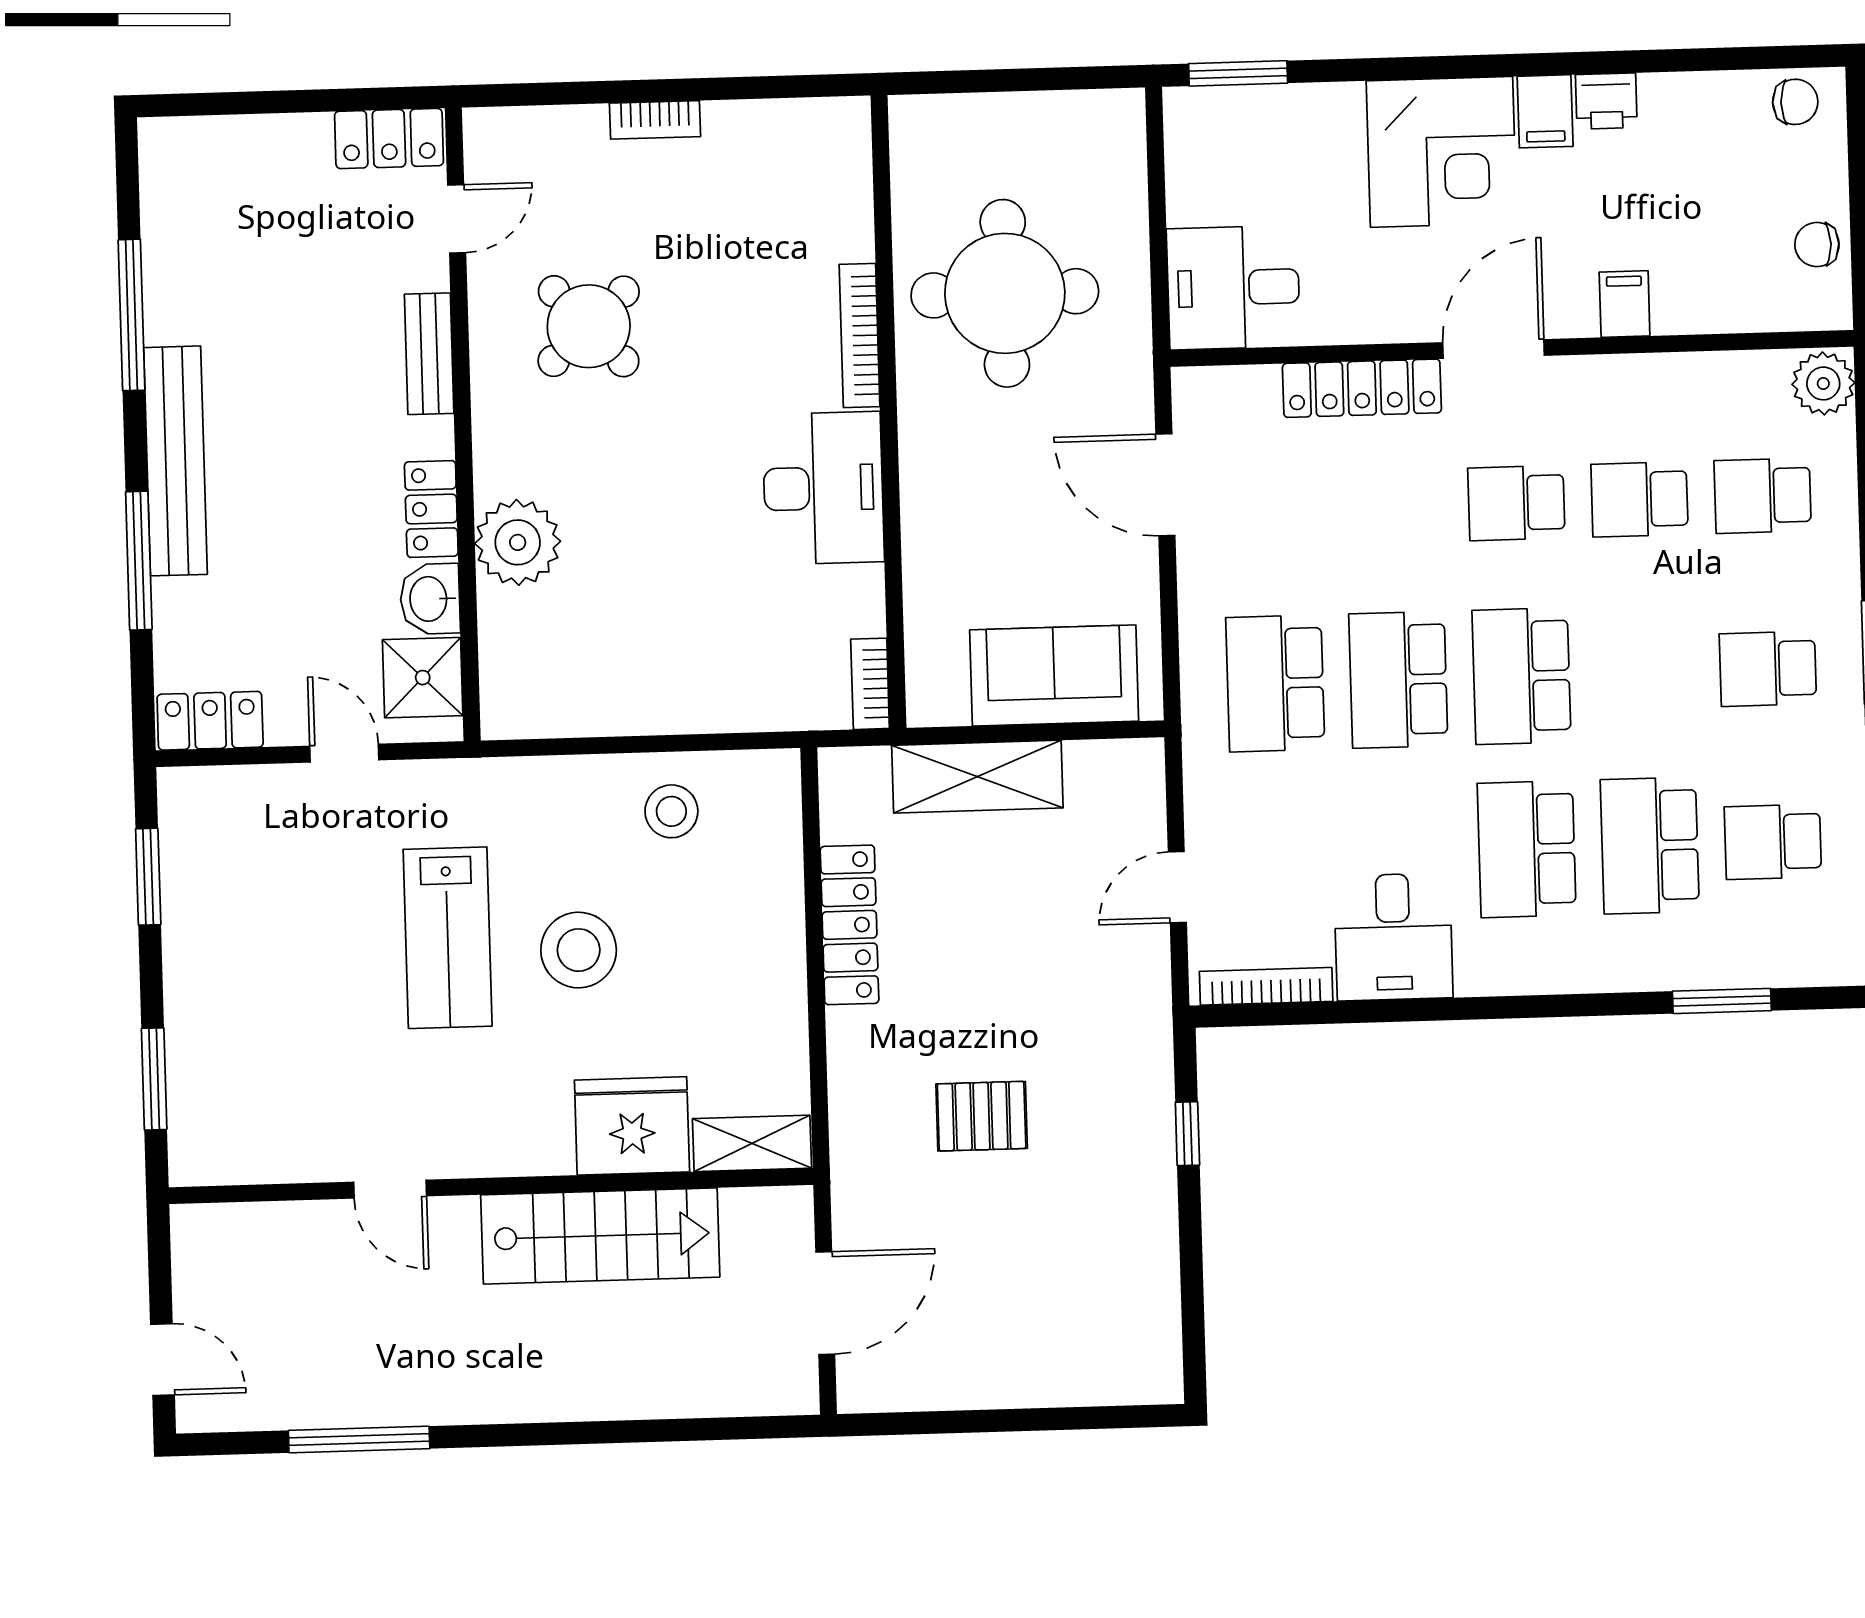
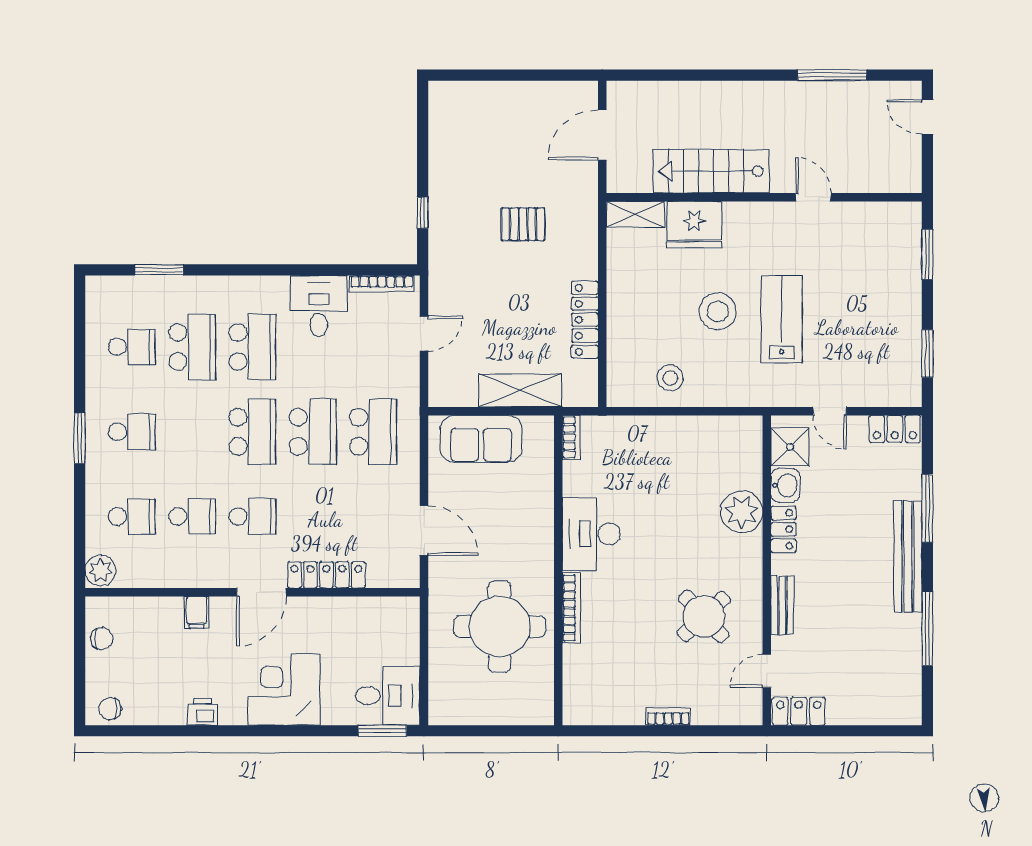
filing cabinet: (1545, 111) -> (233, 708), removed
desk: (1233, 288) -> (388, 696), moved

